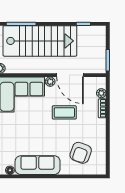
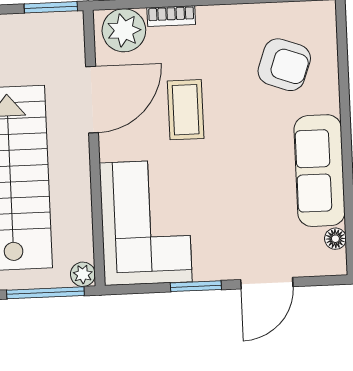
plant: (50, 82) -> (110, 148), removed
plant: (101, 93) -> (124, 30), width x1.87, depth x1.87

